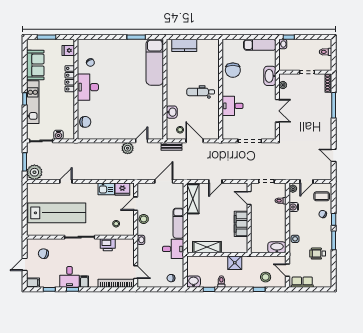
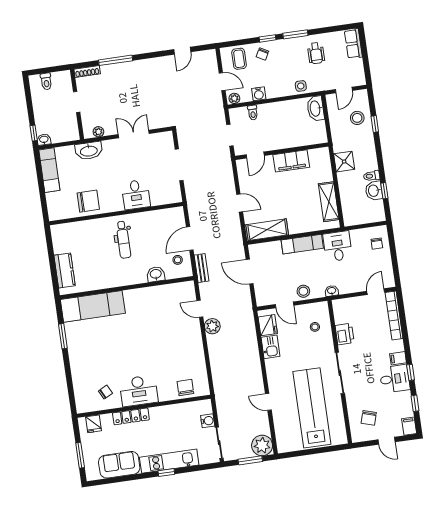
washbasin: (194, 282) -> (374, 191), moved
row of seats: (302, 282) -> (353, 44), moved

